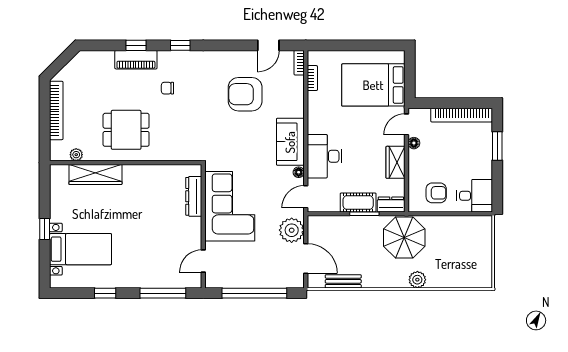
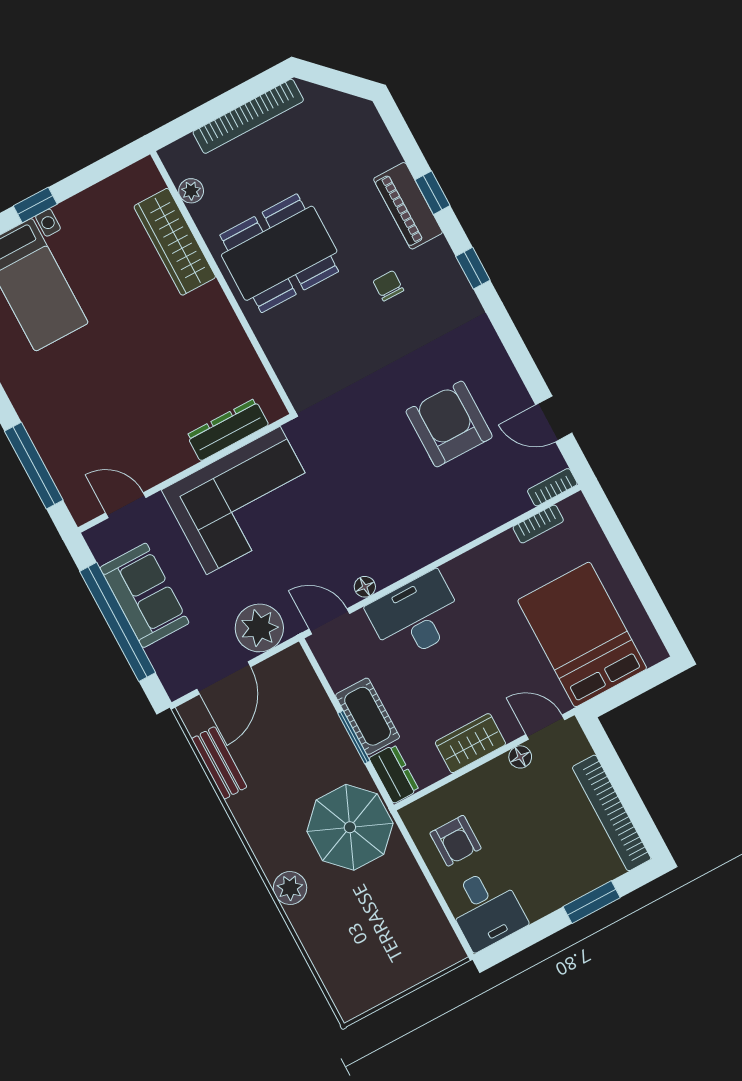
dining table: (126, 130) -> (279, 253), width x1.38
sofa: (290, 142) -> (144, 595), moved, turned 90

